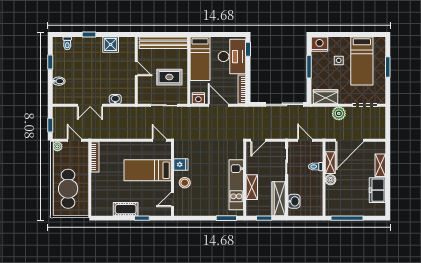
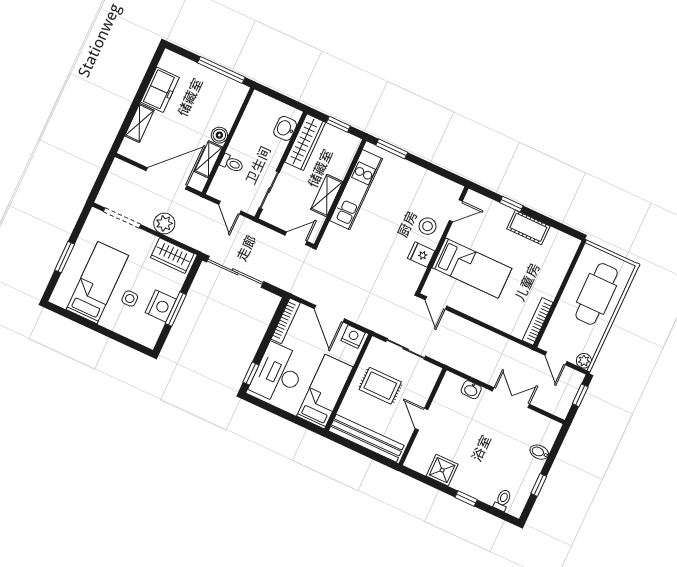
nightstand: (320, 44) -> (161, 306), moved, turned -90
shelving: (252, 187) -> (327, 195), moved

